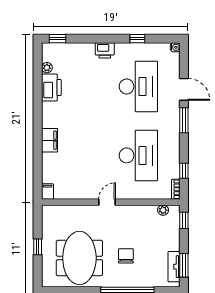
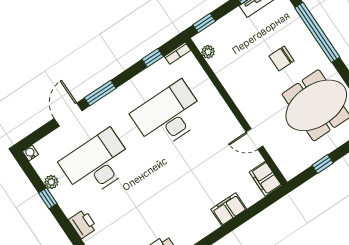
plant: (147, 48) -> (51, 182), added
filing cabinet: (50, 140) -> (229, 209), moved
filing cabinet: (47, 192) -> (265, 179), width x2.00
door: (107, 202) -> (255, 139), moved
window: (38, 247) -> (323, 164), moved

